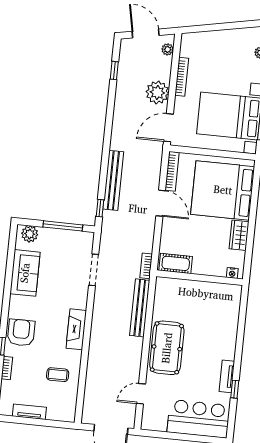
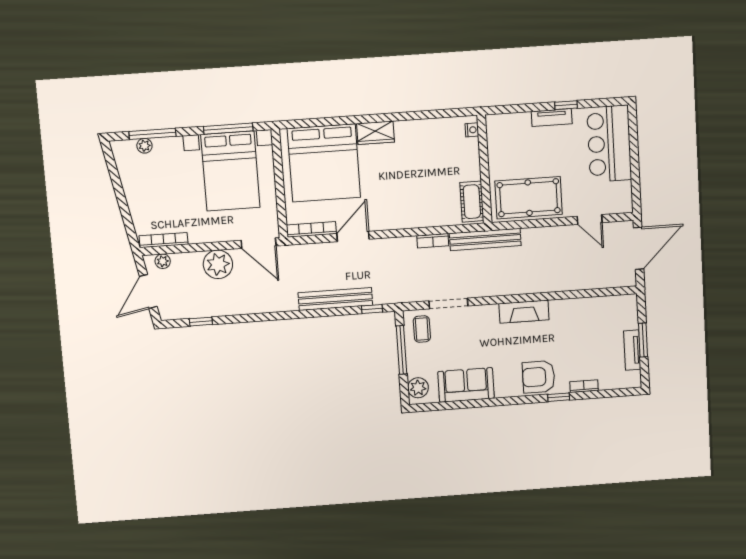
bookcase: (182, 77) -> (164, 240), moved
cot: (176, 263) -> (472, 202), moved
nightstand: (232, 273) -> (472, 130), moved
wall: (200, 278) -> (484, 169), moved
coffee table: (58, 375) -> (422, 329), moved
window: (36, 422) -> (643, 340), added

